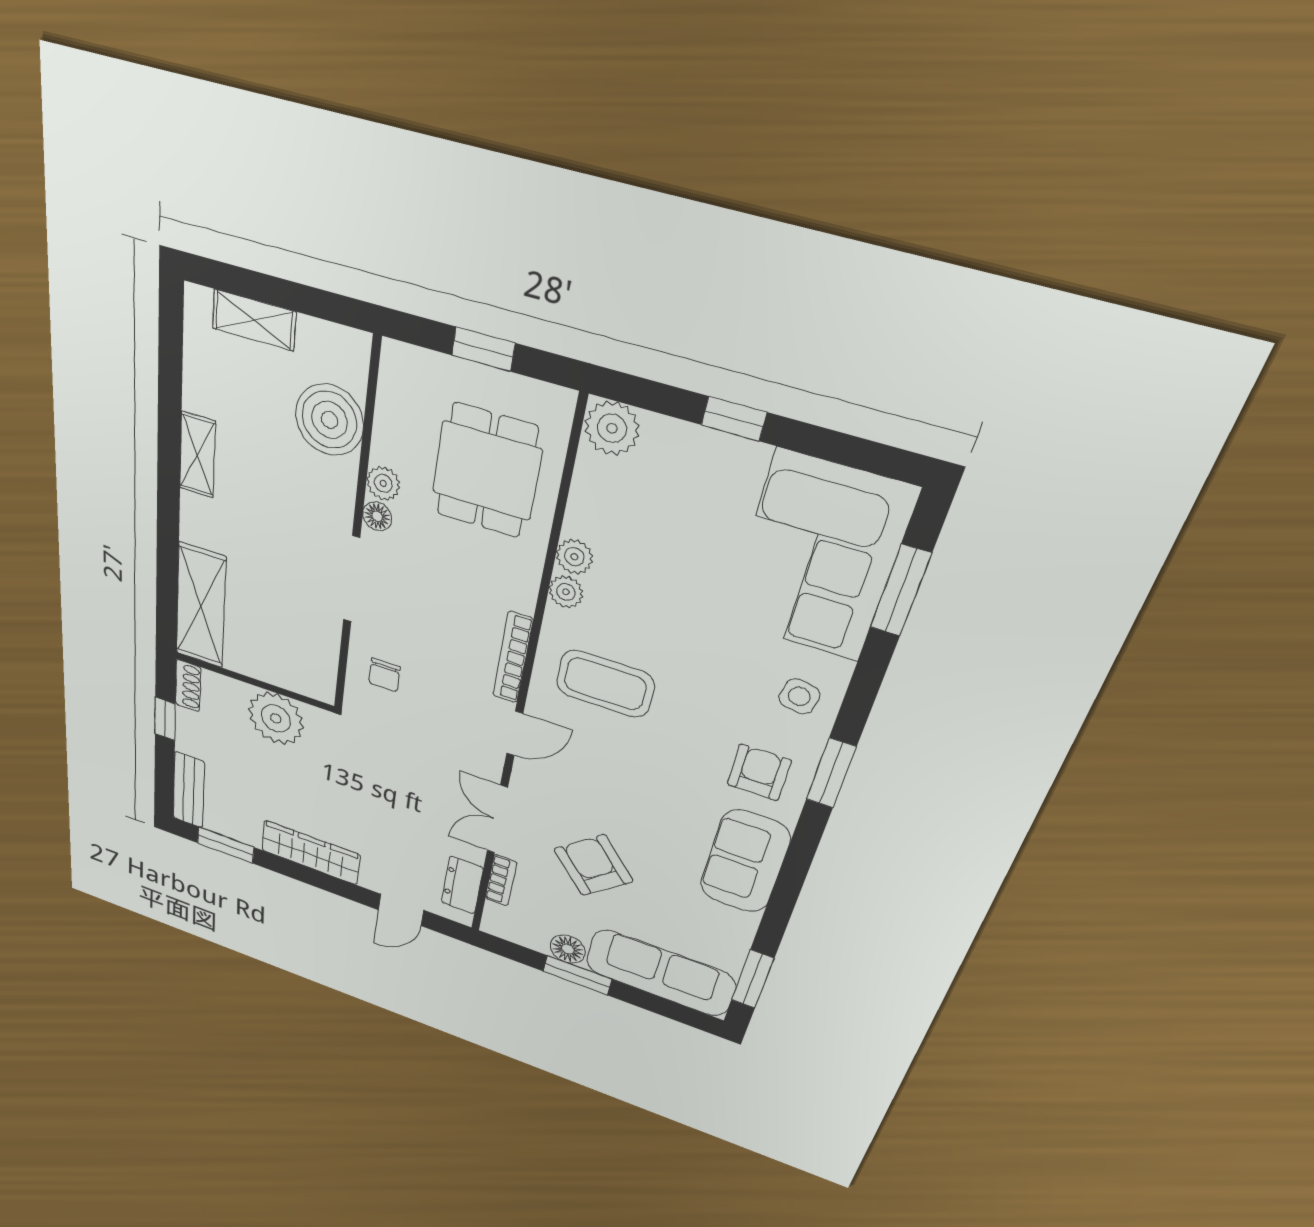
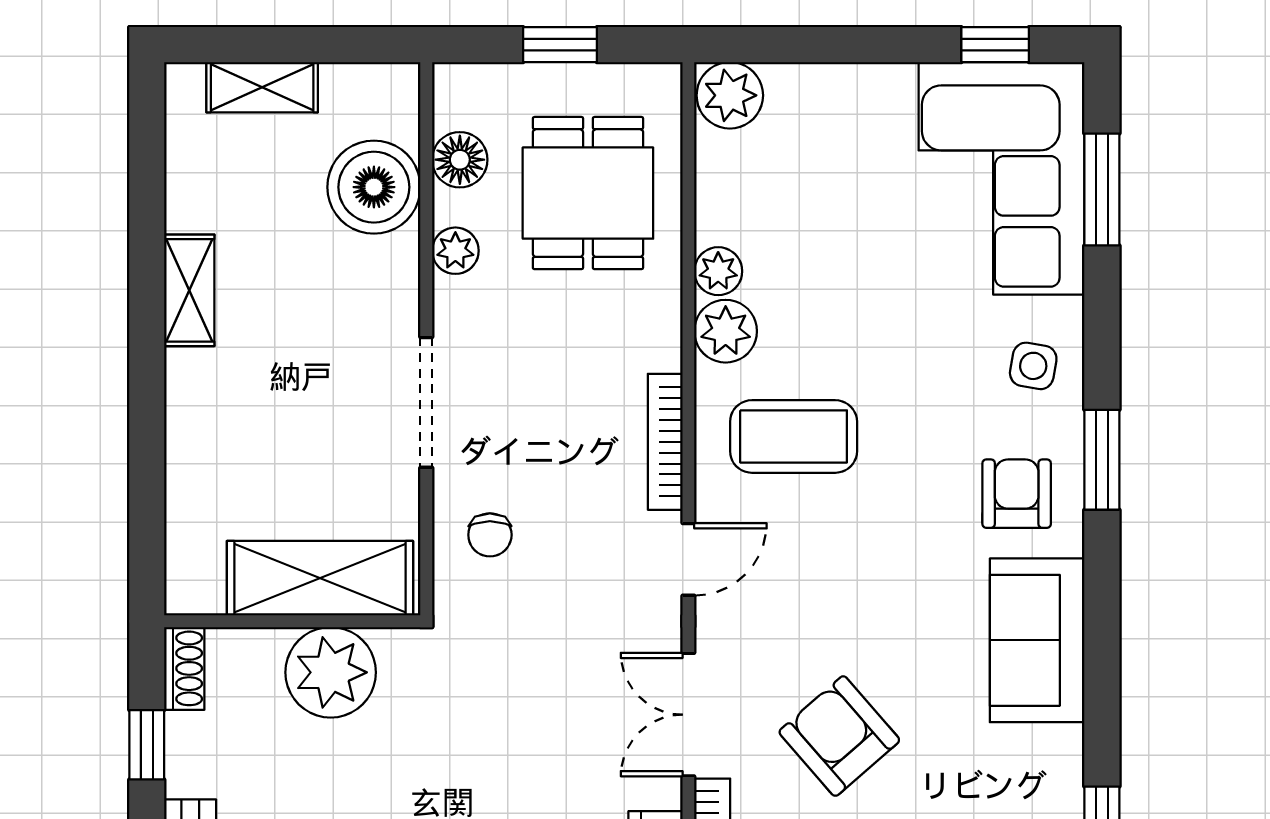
window: (734, 419) -> (995, 45), moved
floor lamp: (377, 516) -> (460, 160), moved, width x1.37, depth x1.37
plant: (566, 592) -> (726, 331), width x1.38, depth x1.38
shelving: (201, 606) -> (320, 578), moved, turned 90

